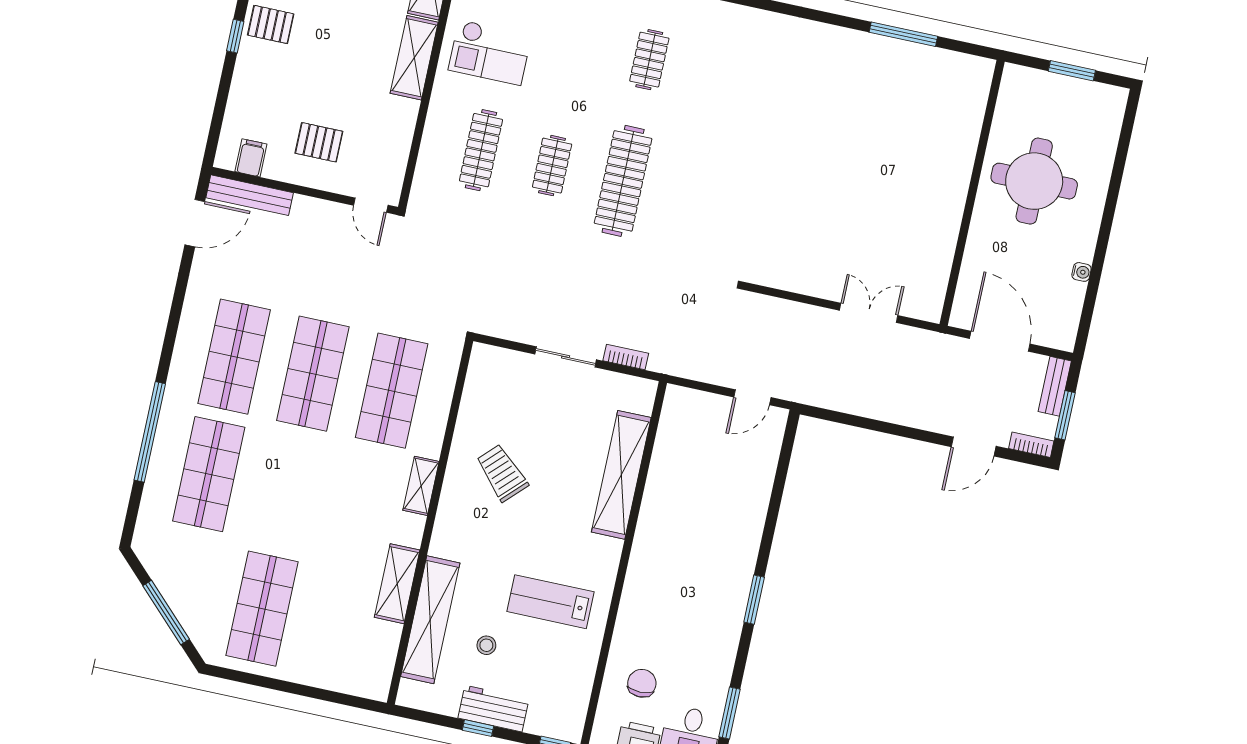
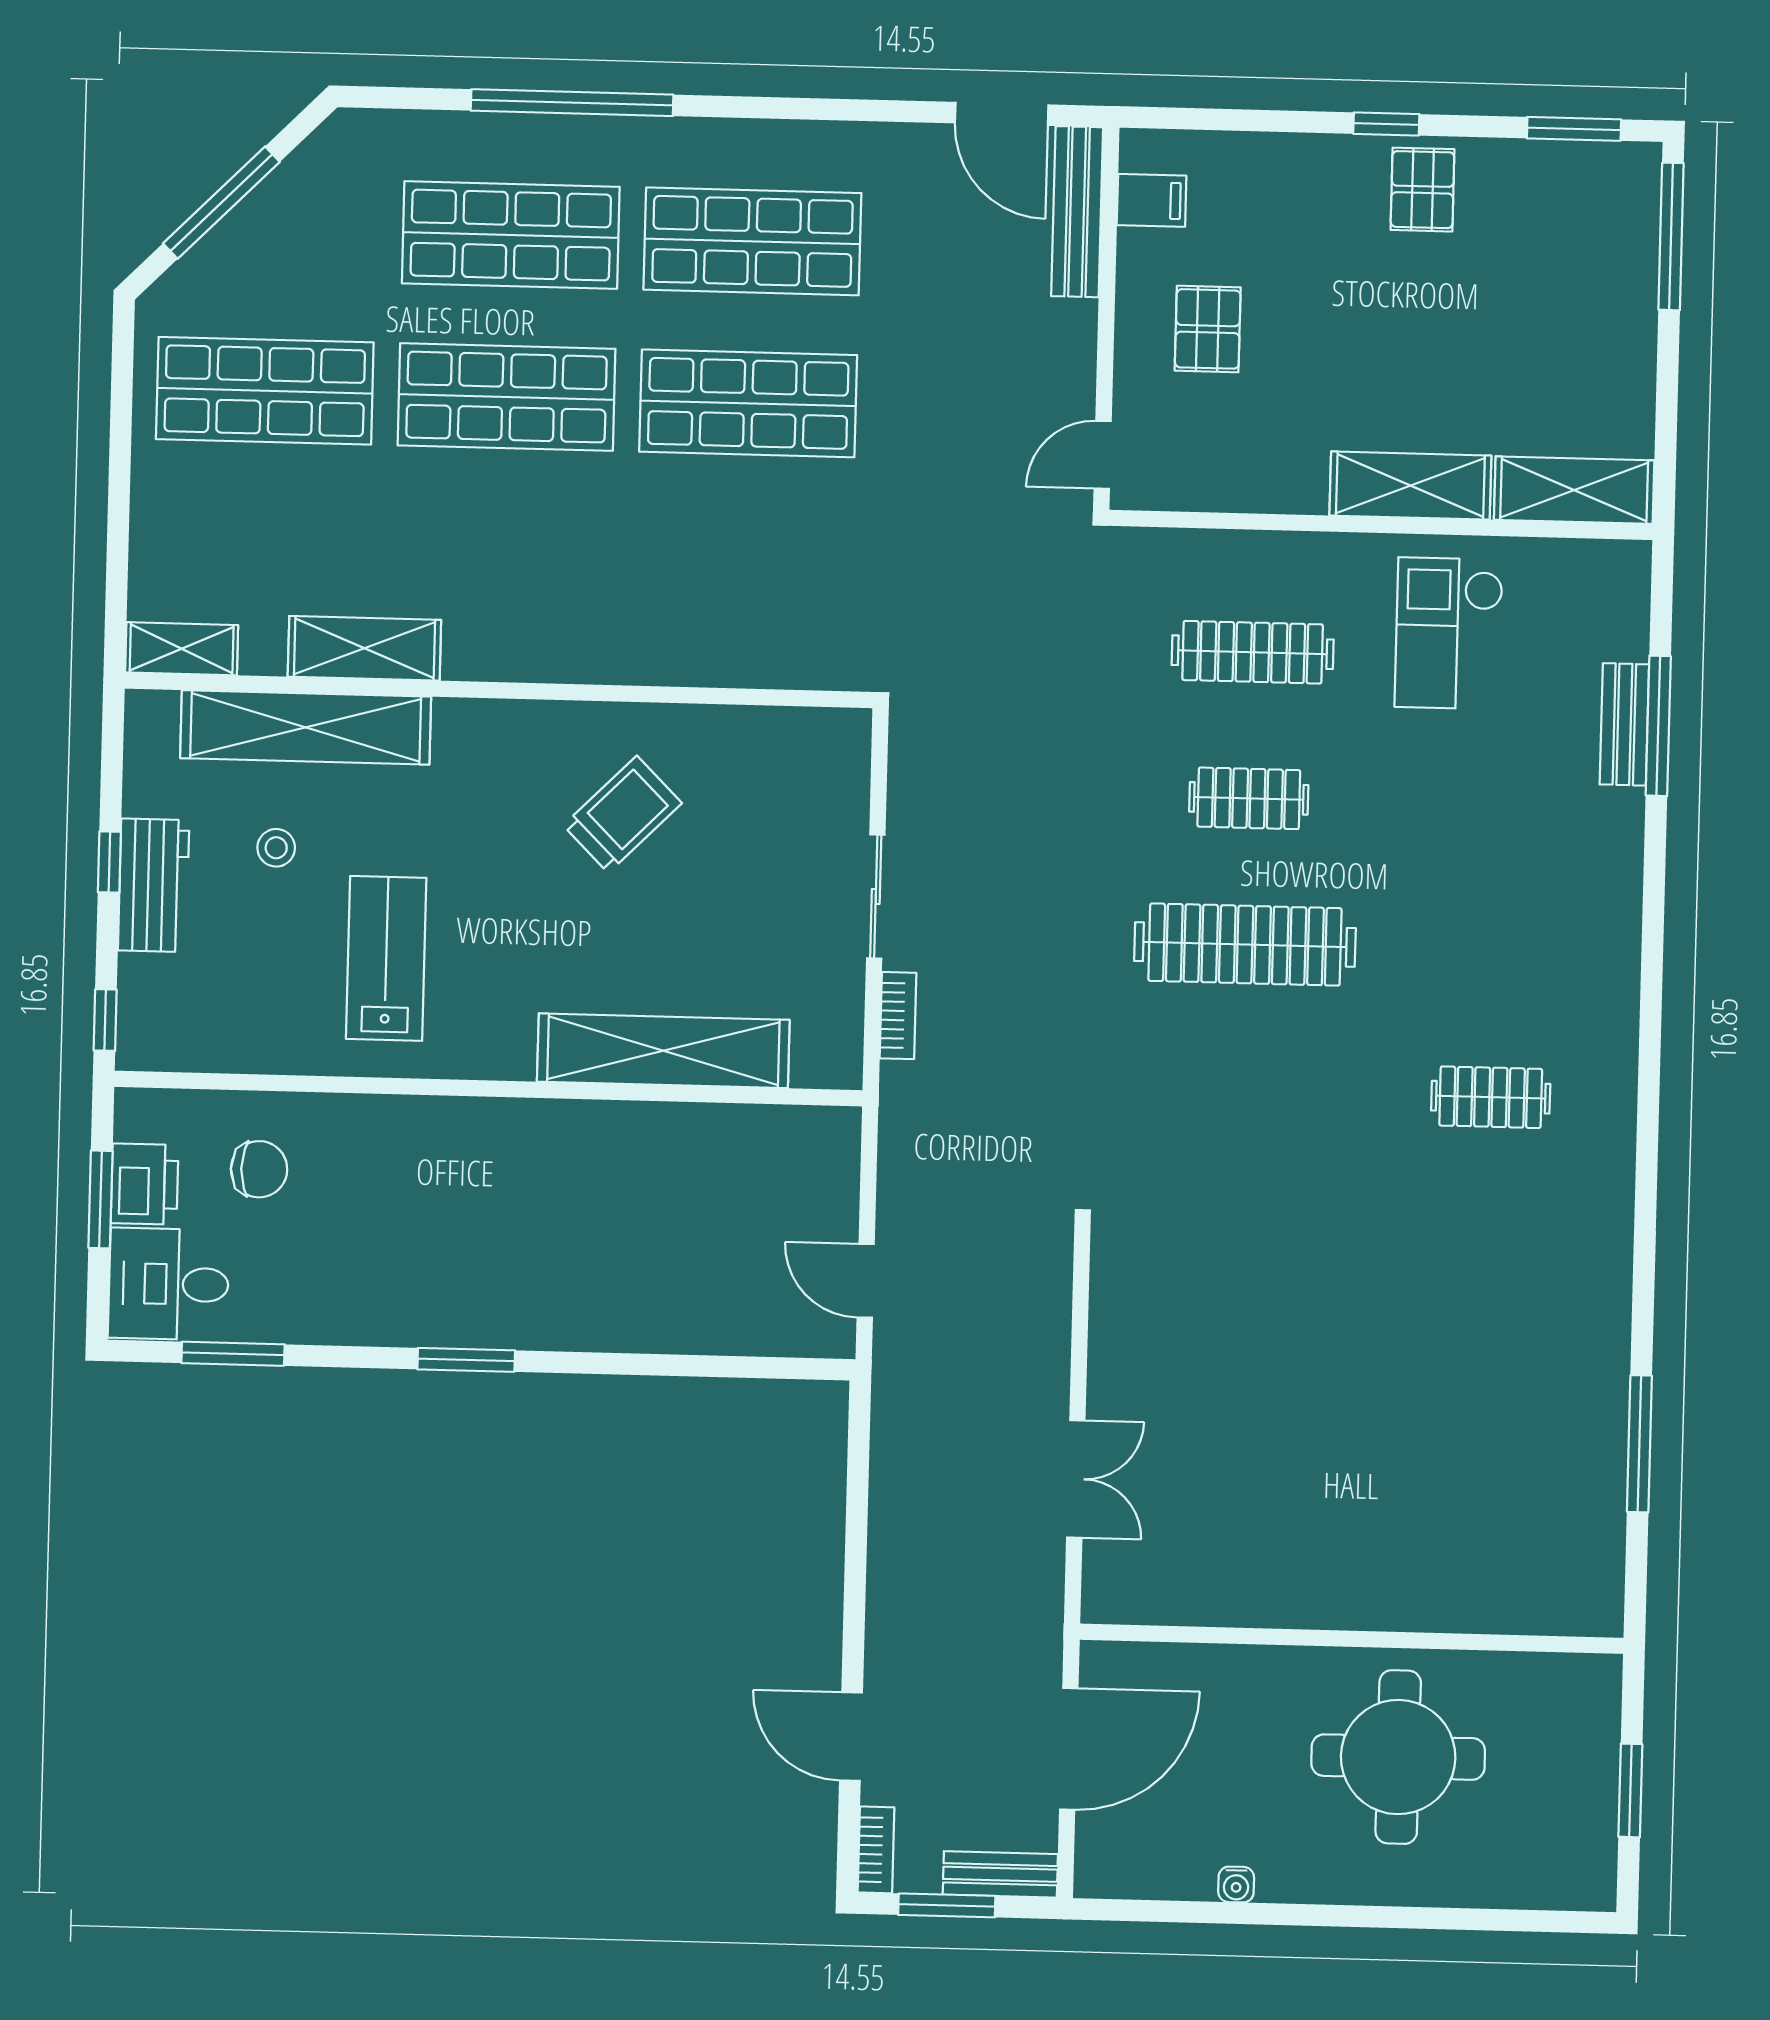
clothes rail: (649, 60) -> (1491, 1097), moved
shop shelf: (392, 391) -> (506, 397), moved
shelving: (421, 486) -> (182, 649), moved

